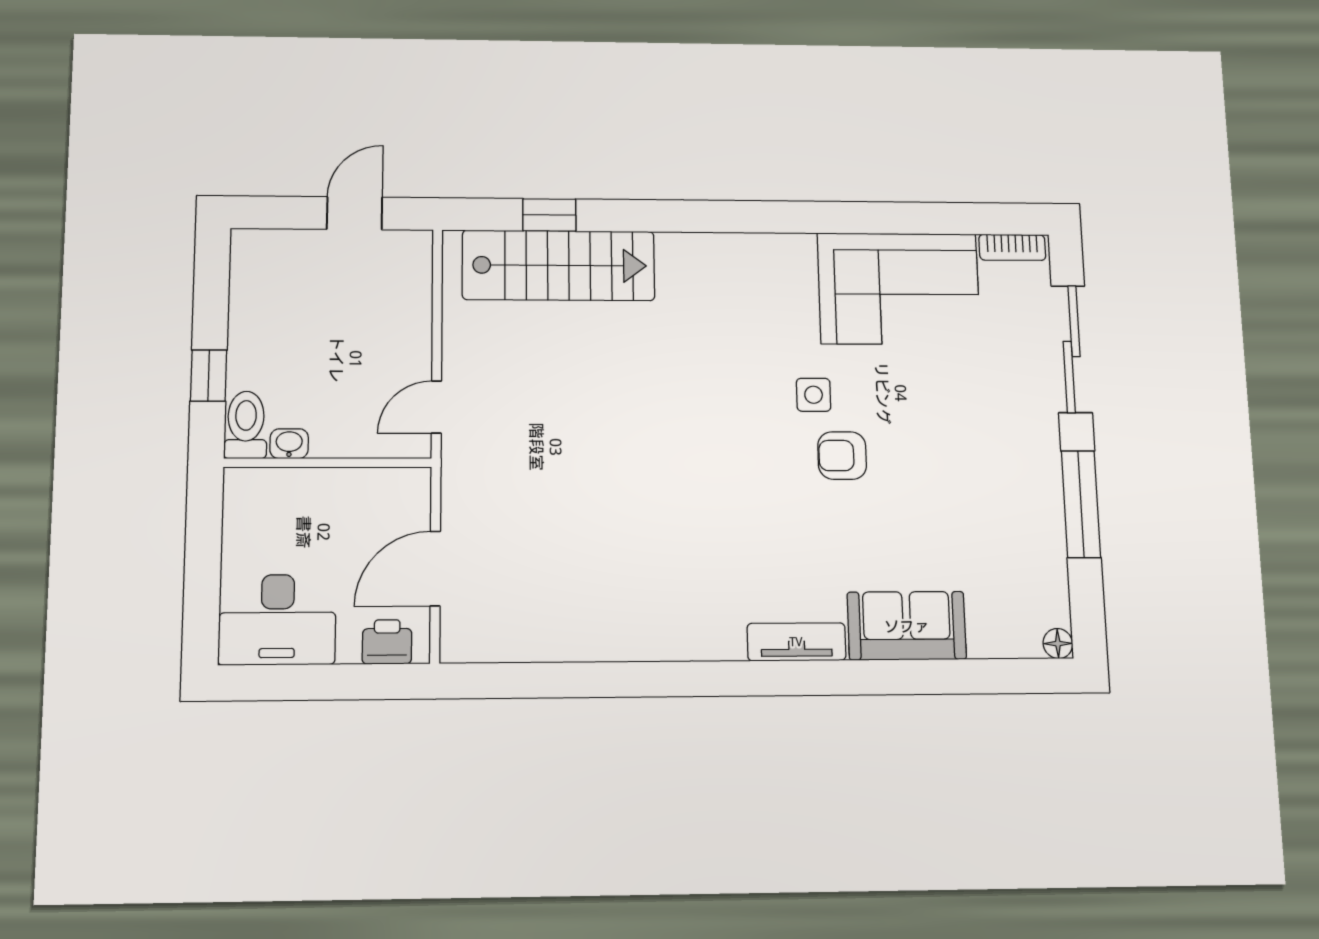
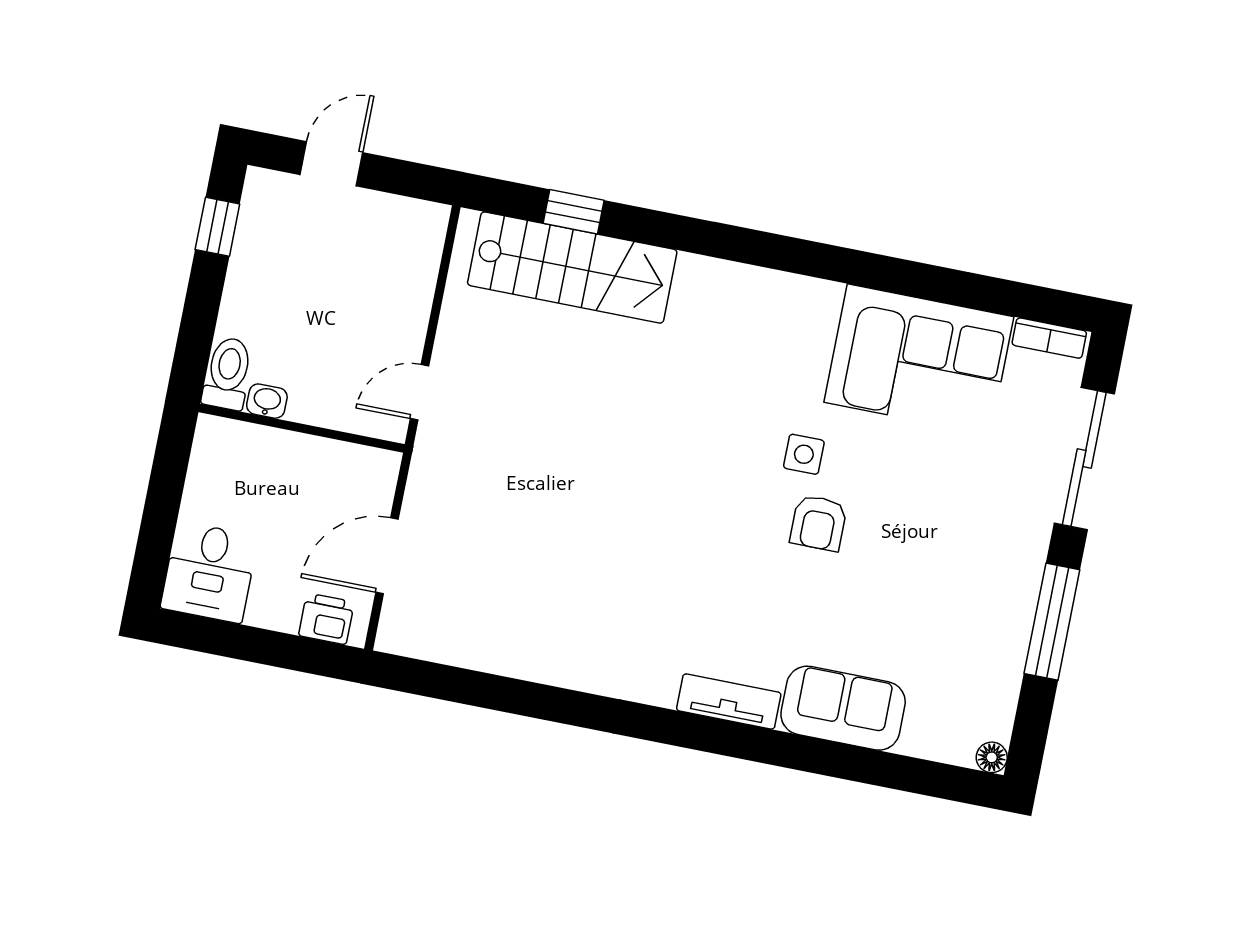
door: (355, 213) -> (331, 164), moved
window: (209, 376) -> (217, 227), moved
armchair: (842, 456) -> (819, 523), turned -90
desk: (277, 620) -> (209, 572), width x0.73

